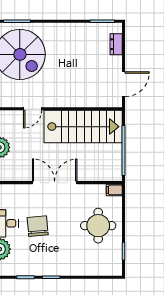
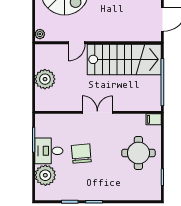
double door: (55, 183) -> (97, 112), width x0.73

